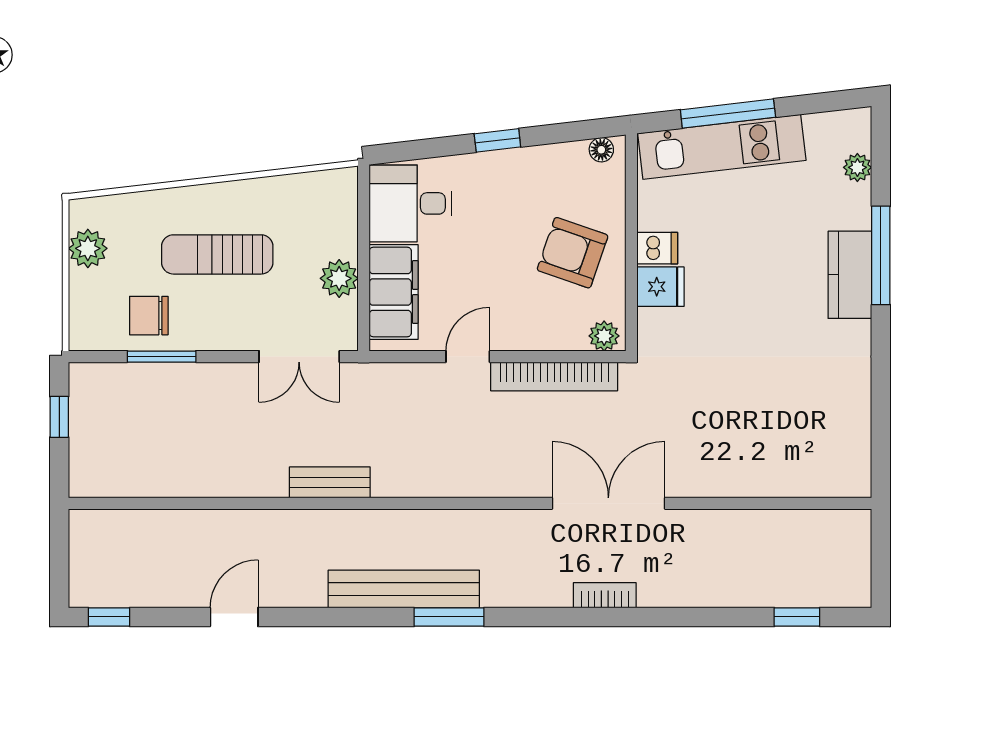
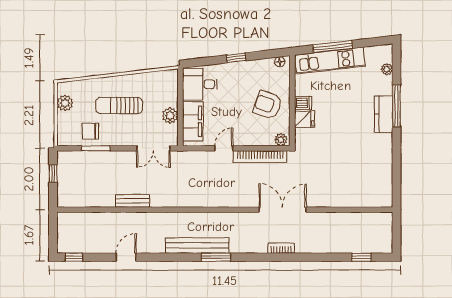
bench: (330, 482) -> (132, 201), moved

